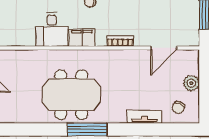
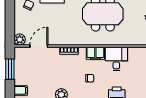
plant: (191, 83) -> (20, 39), moved

